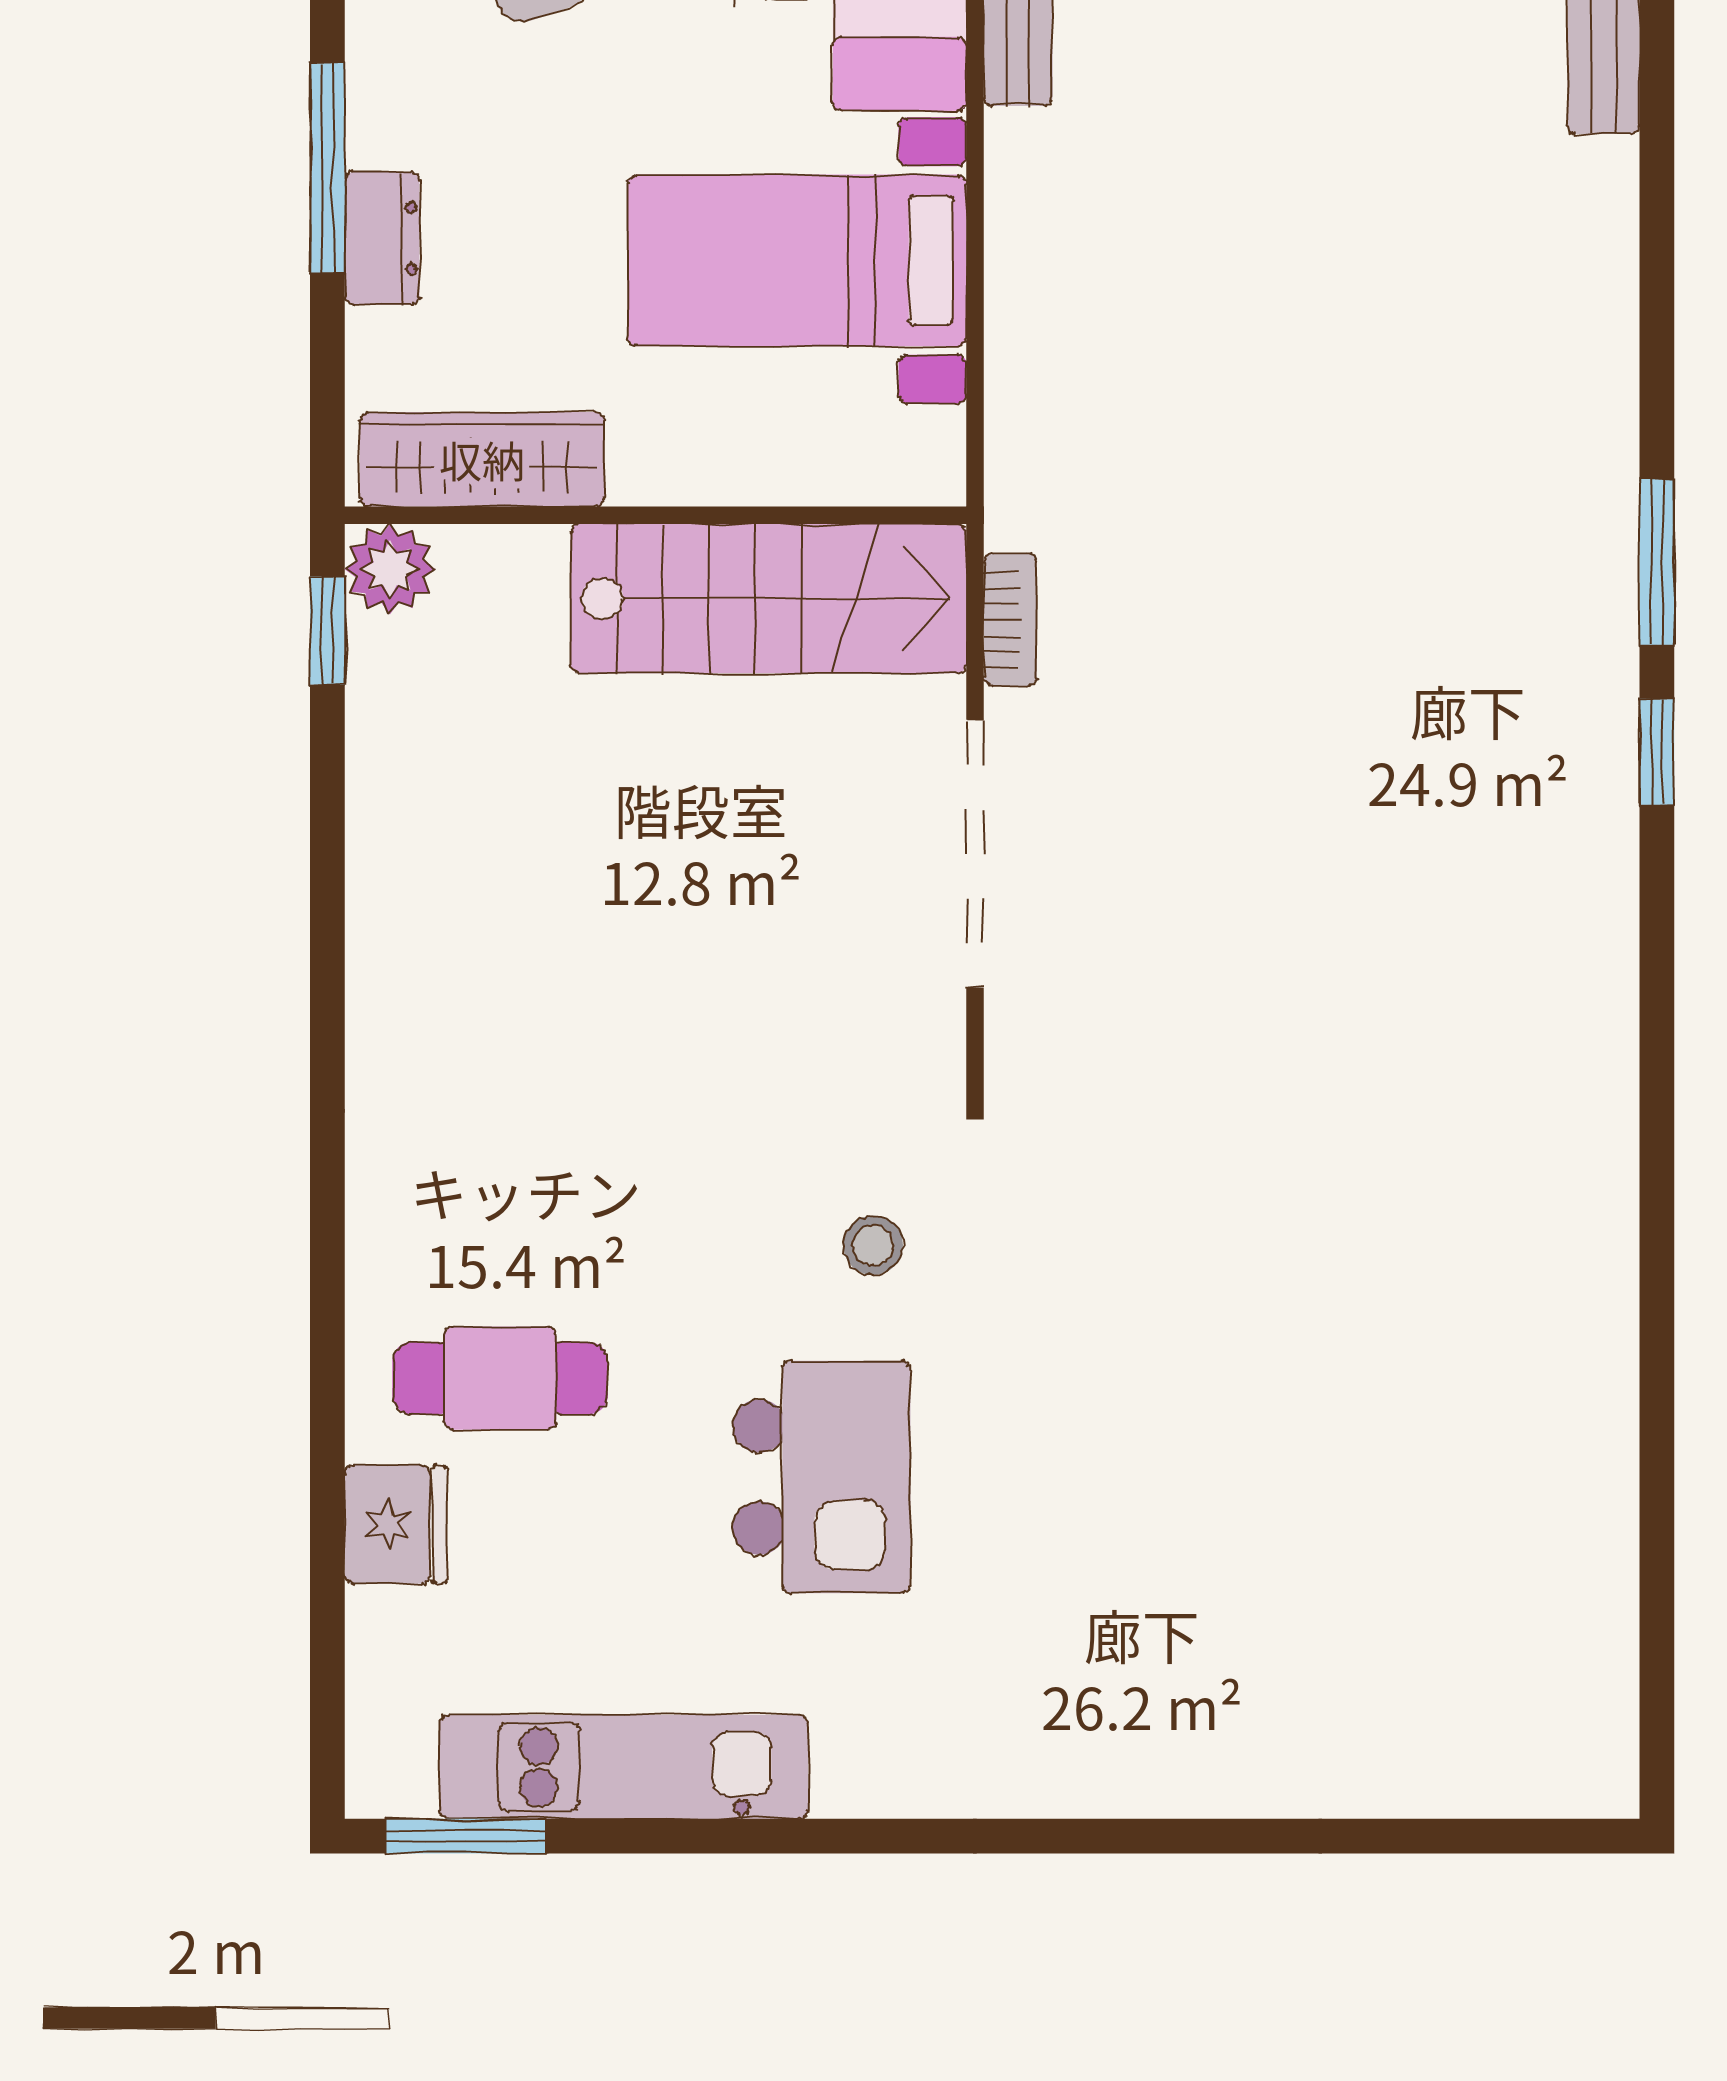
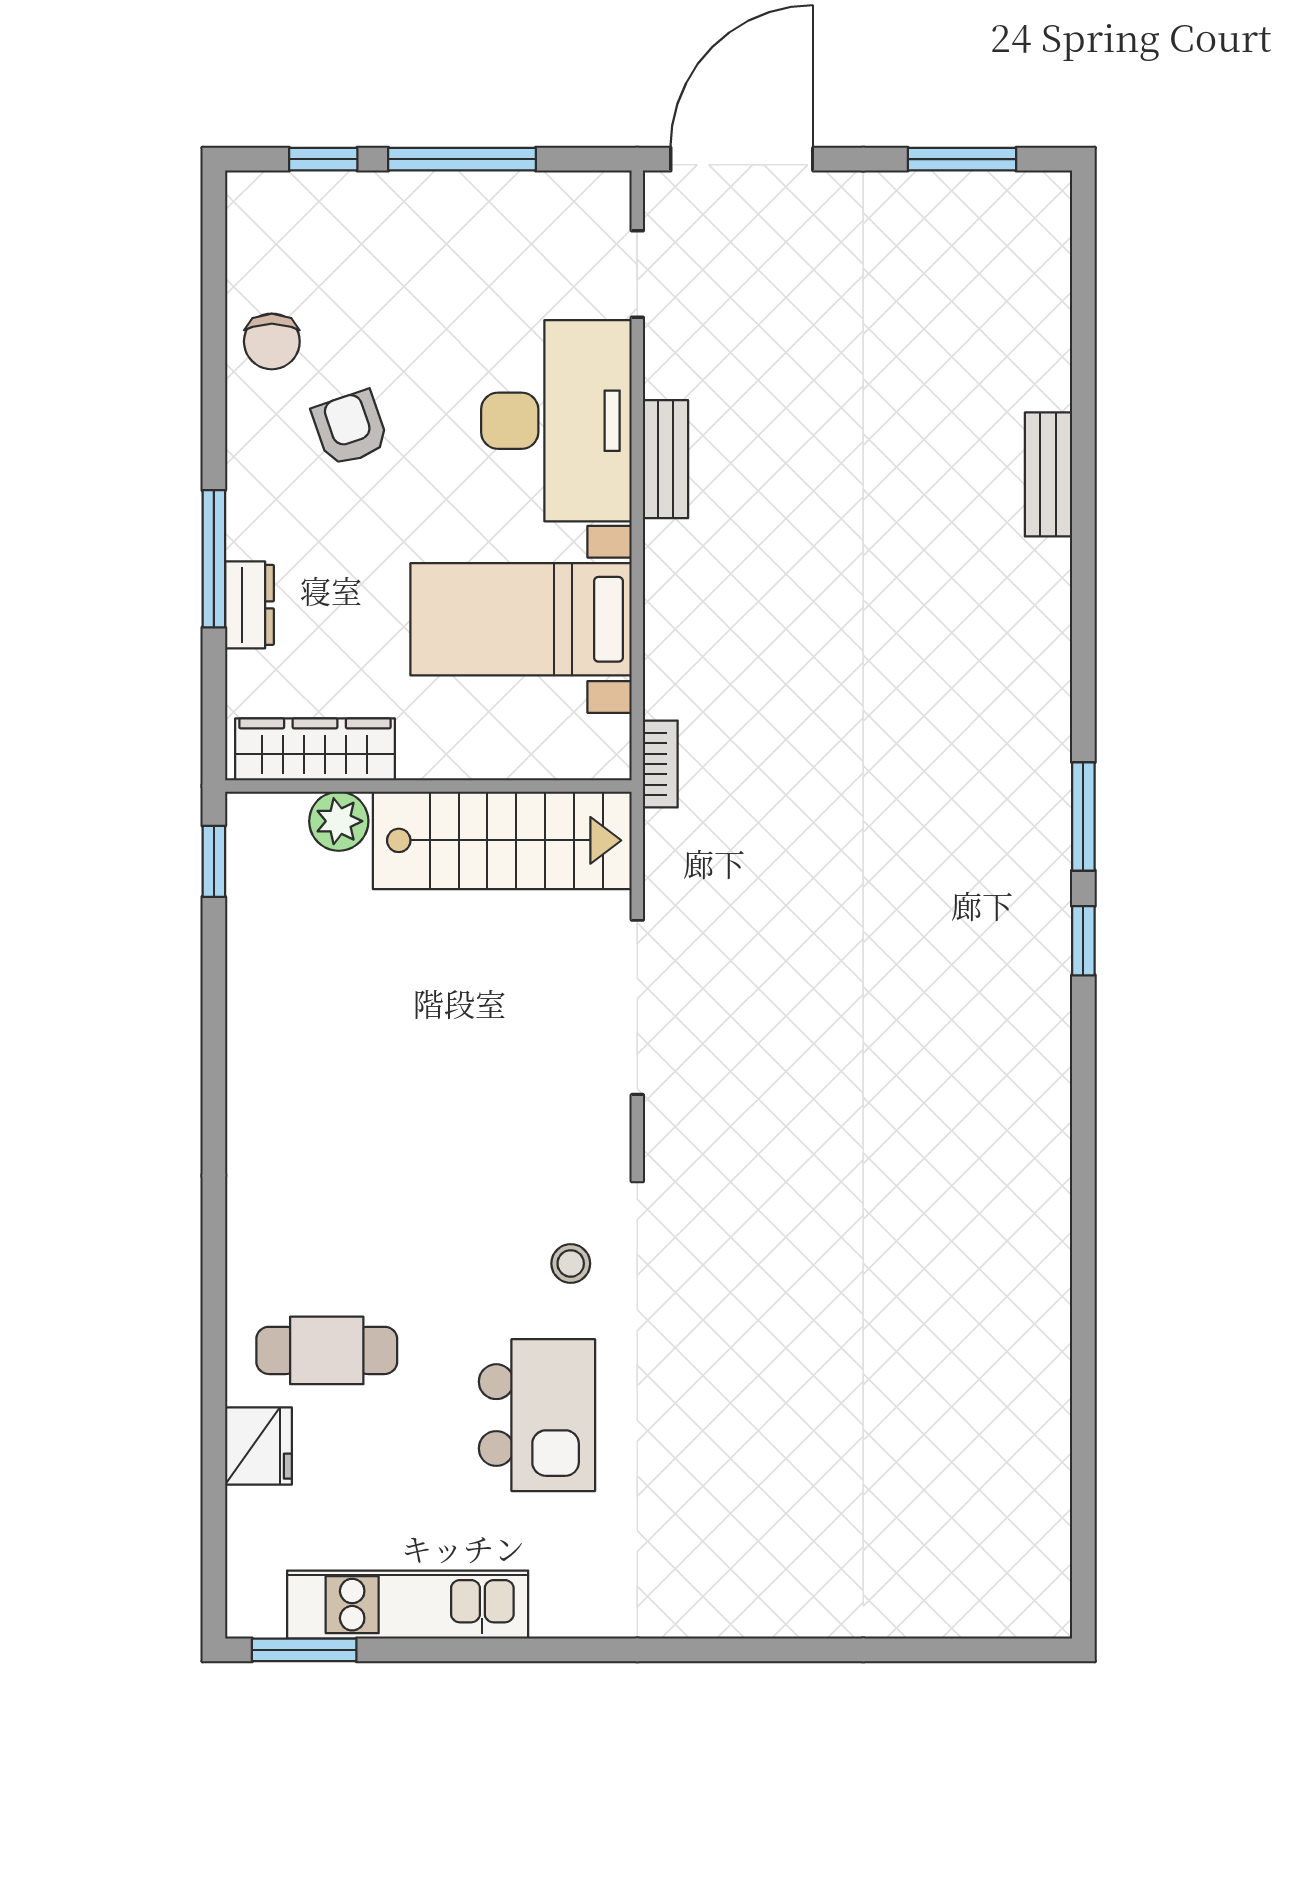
plant: (390, 569) -> (339, 821), moved
bookcase: (1010, 619) -> (660, 764), moved

